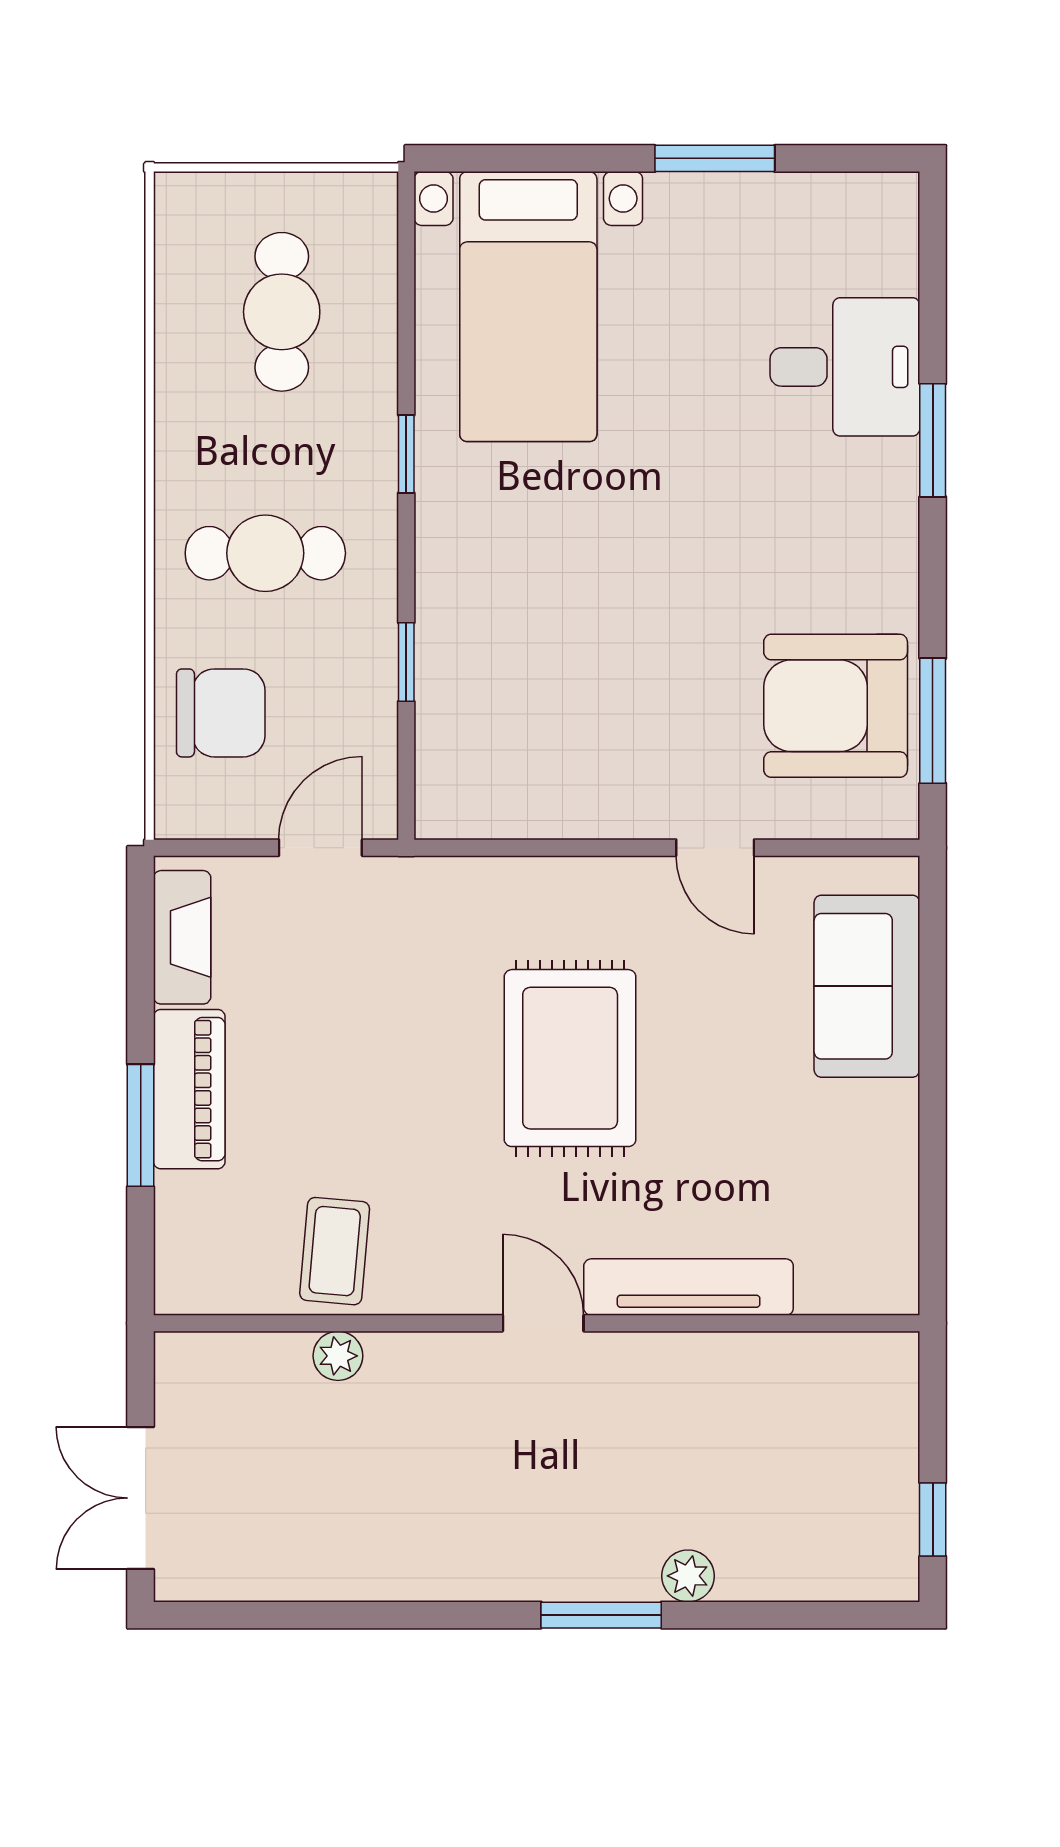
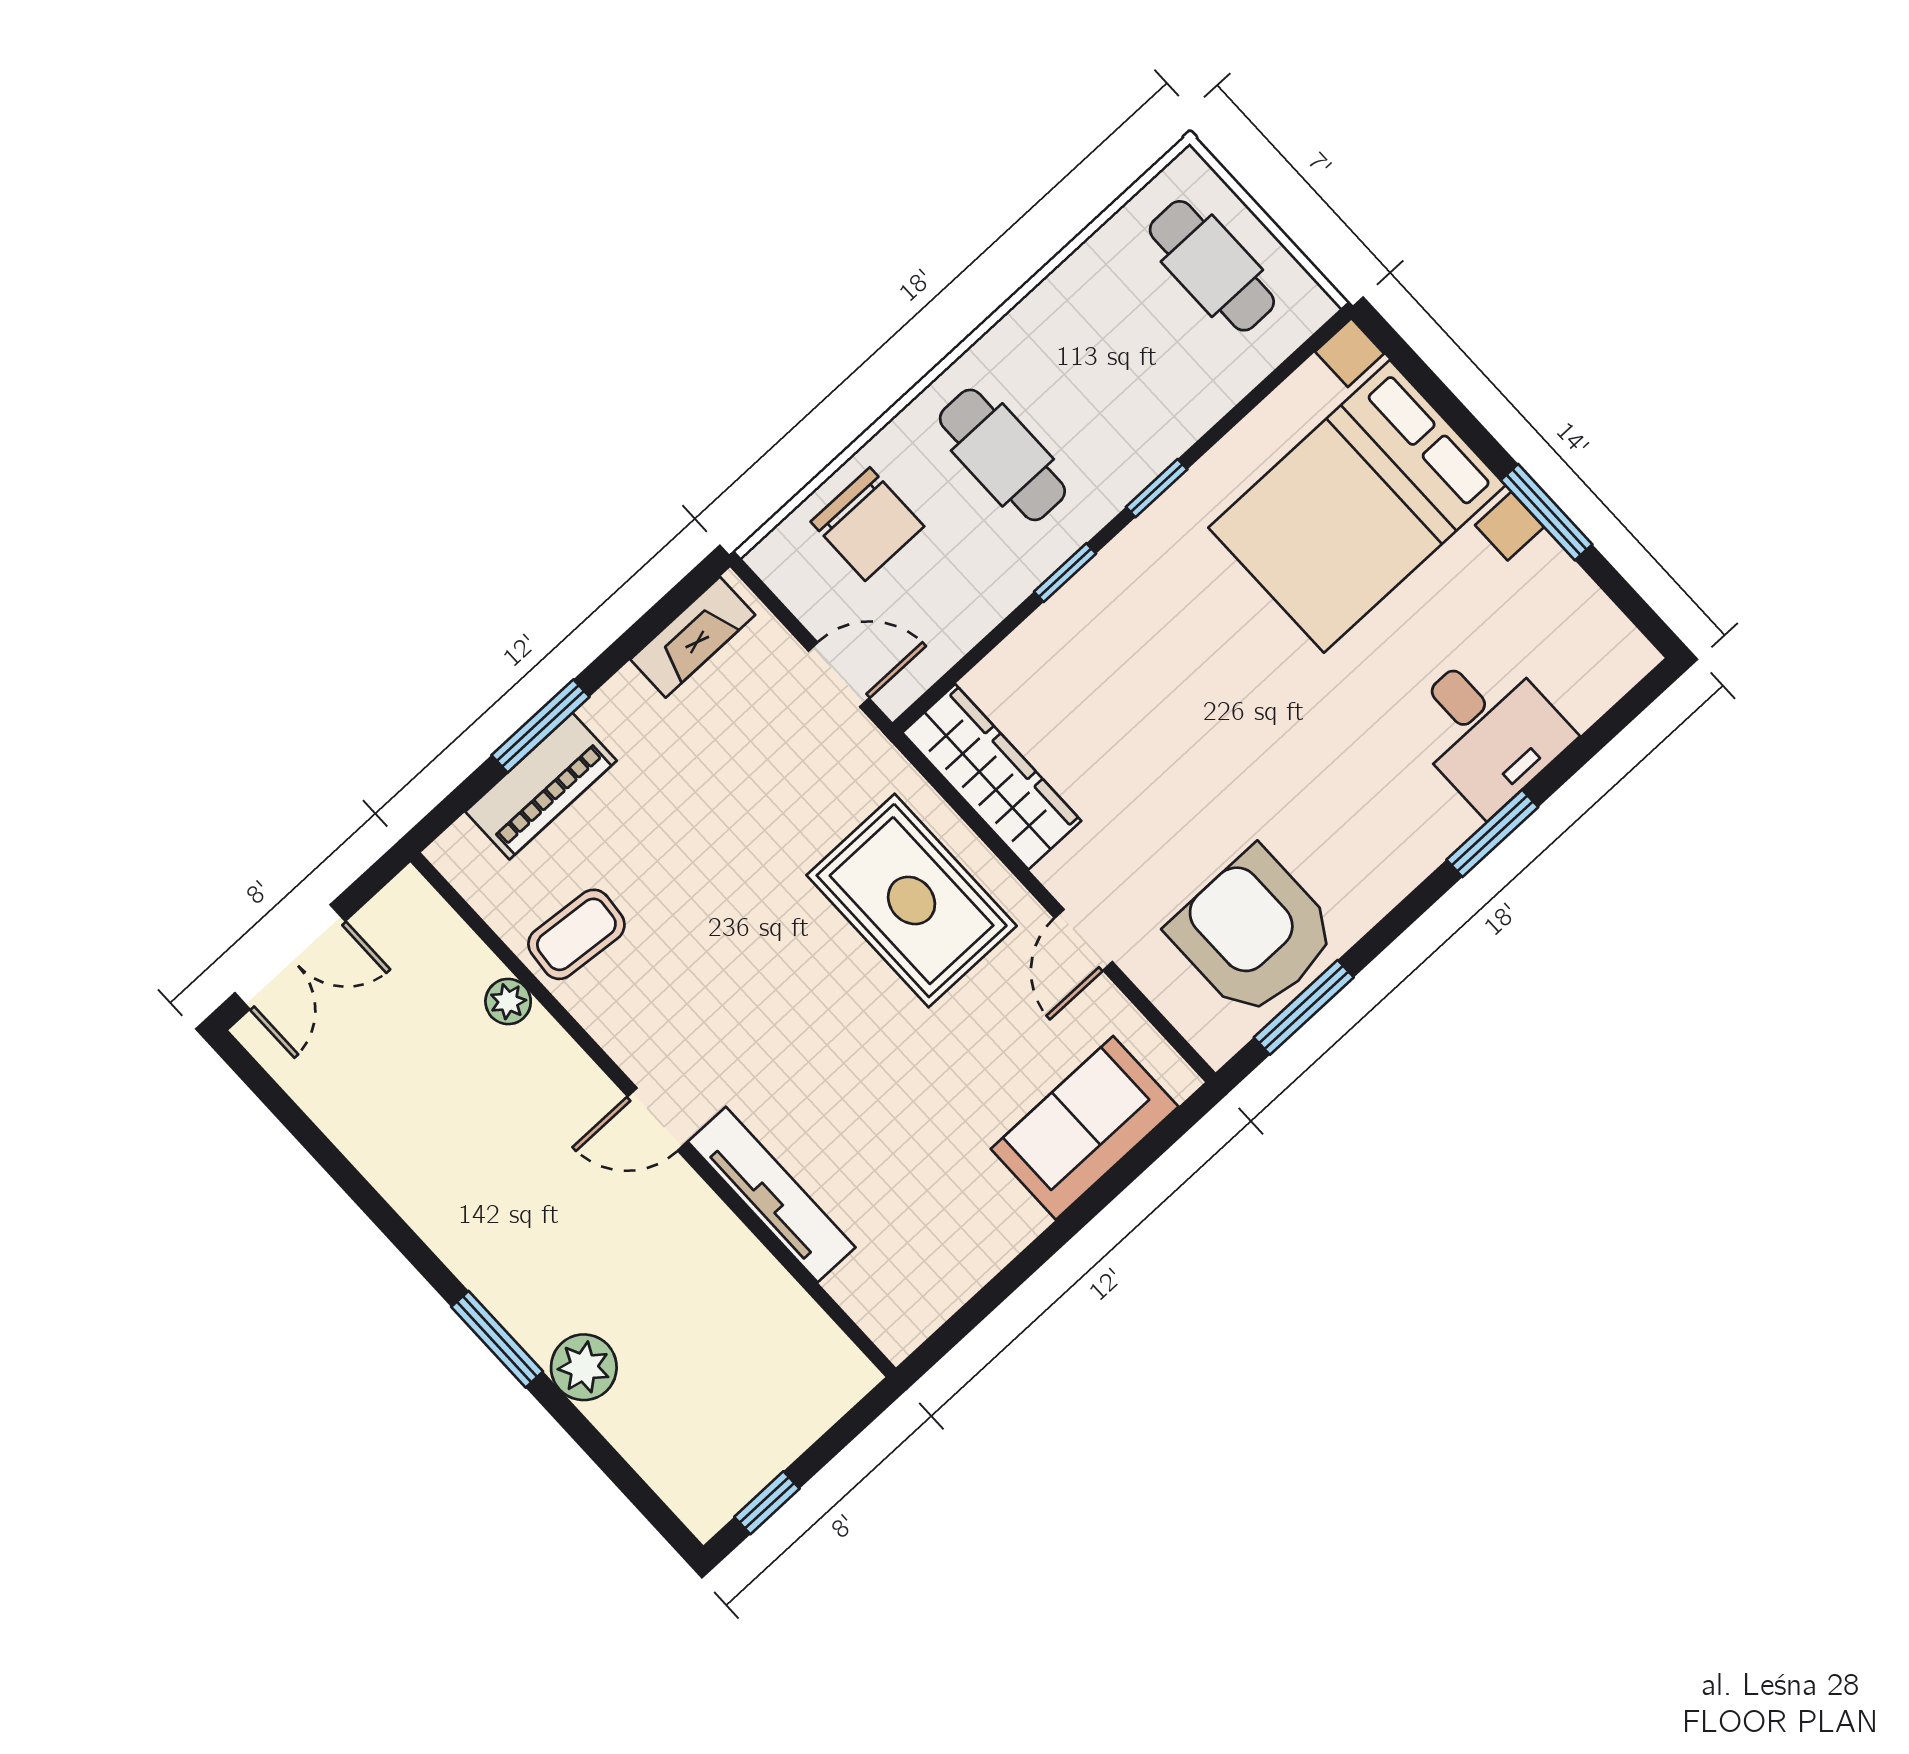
bed with nightstands: (528, 307) -> (1357, 506), width x1.36
cafe table: (282, 312) -> (1212, 266), moved, turned 90
window: (406, 662) -> (1065, 573), moved
wardrobe: (516, 800) -> (992, 777), added
rug: (570, 1058) -> (912, 900), moved, turned 90
piano: (189, 1089) -> (541, 786), moved
door: (543, 1323) -> (657, 1119), swing flipped
double door: (141, 1498) -> (290, 957), swing flipped
plant: (688, 1576) -> (584, 1367), width x1.38, depth x1.38

